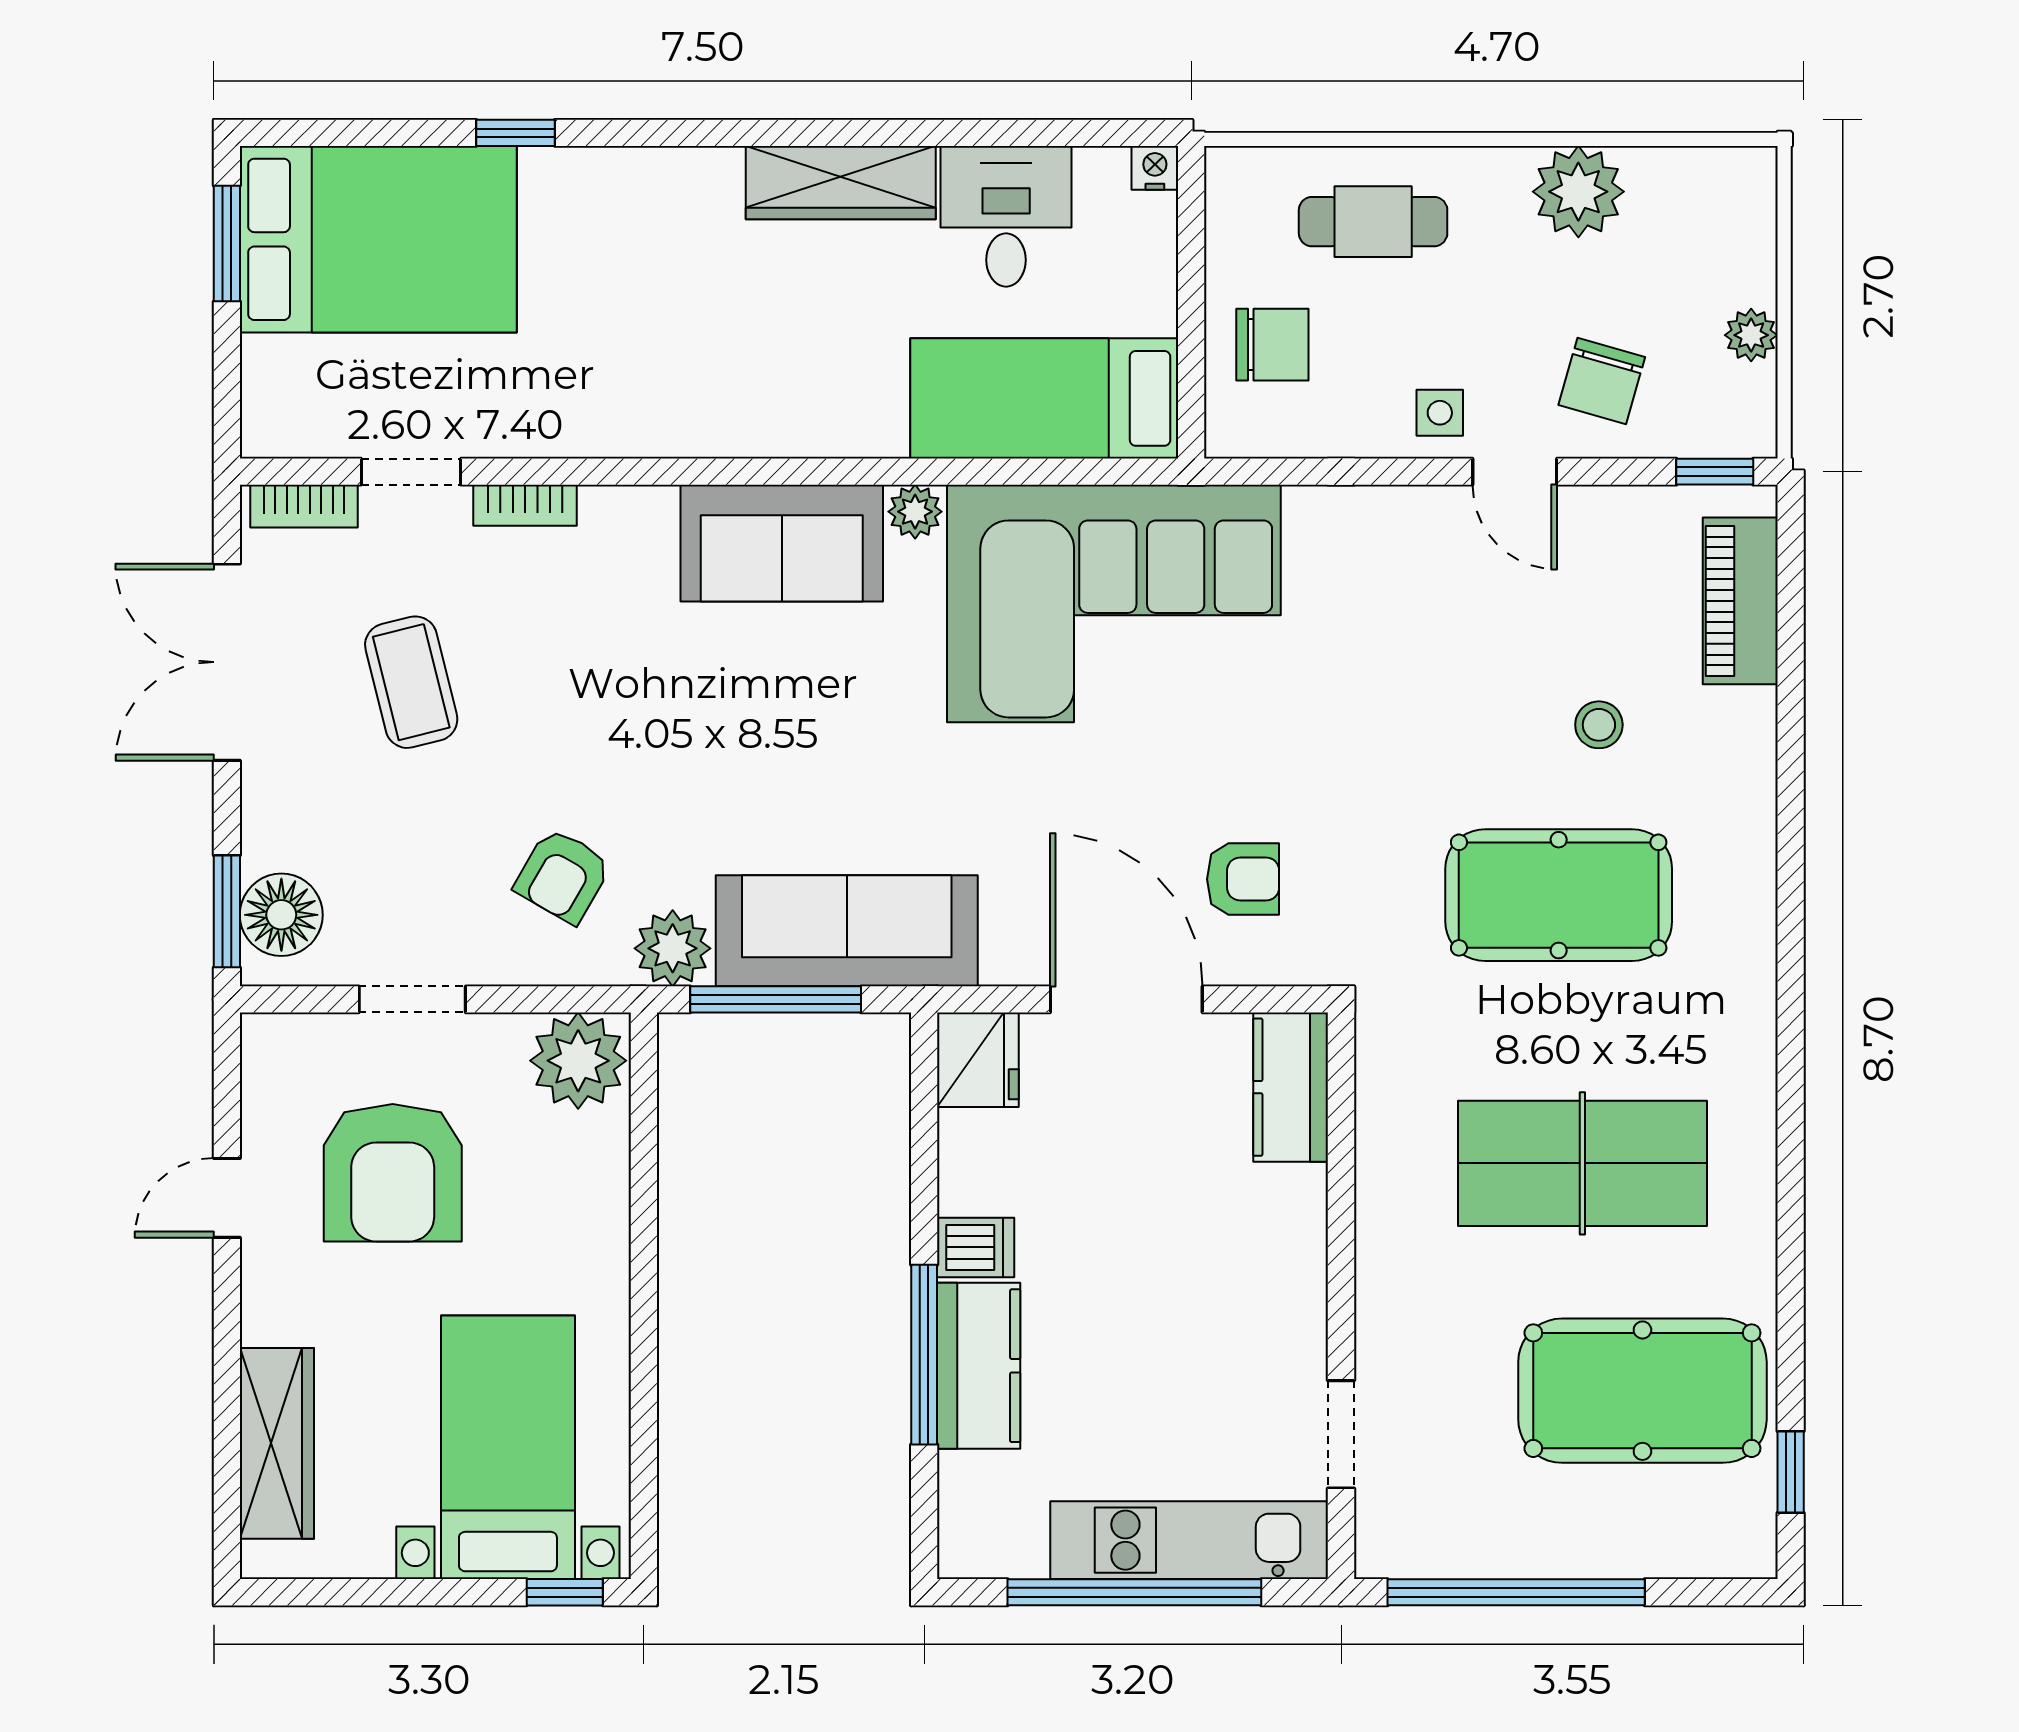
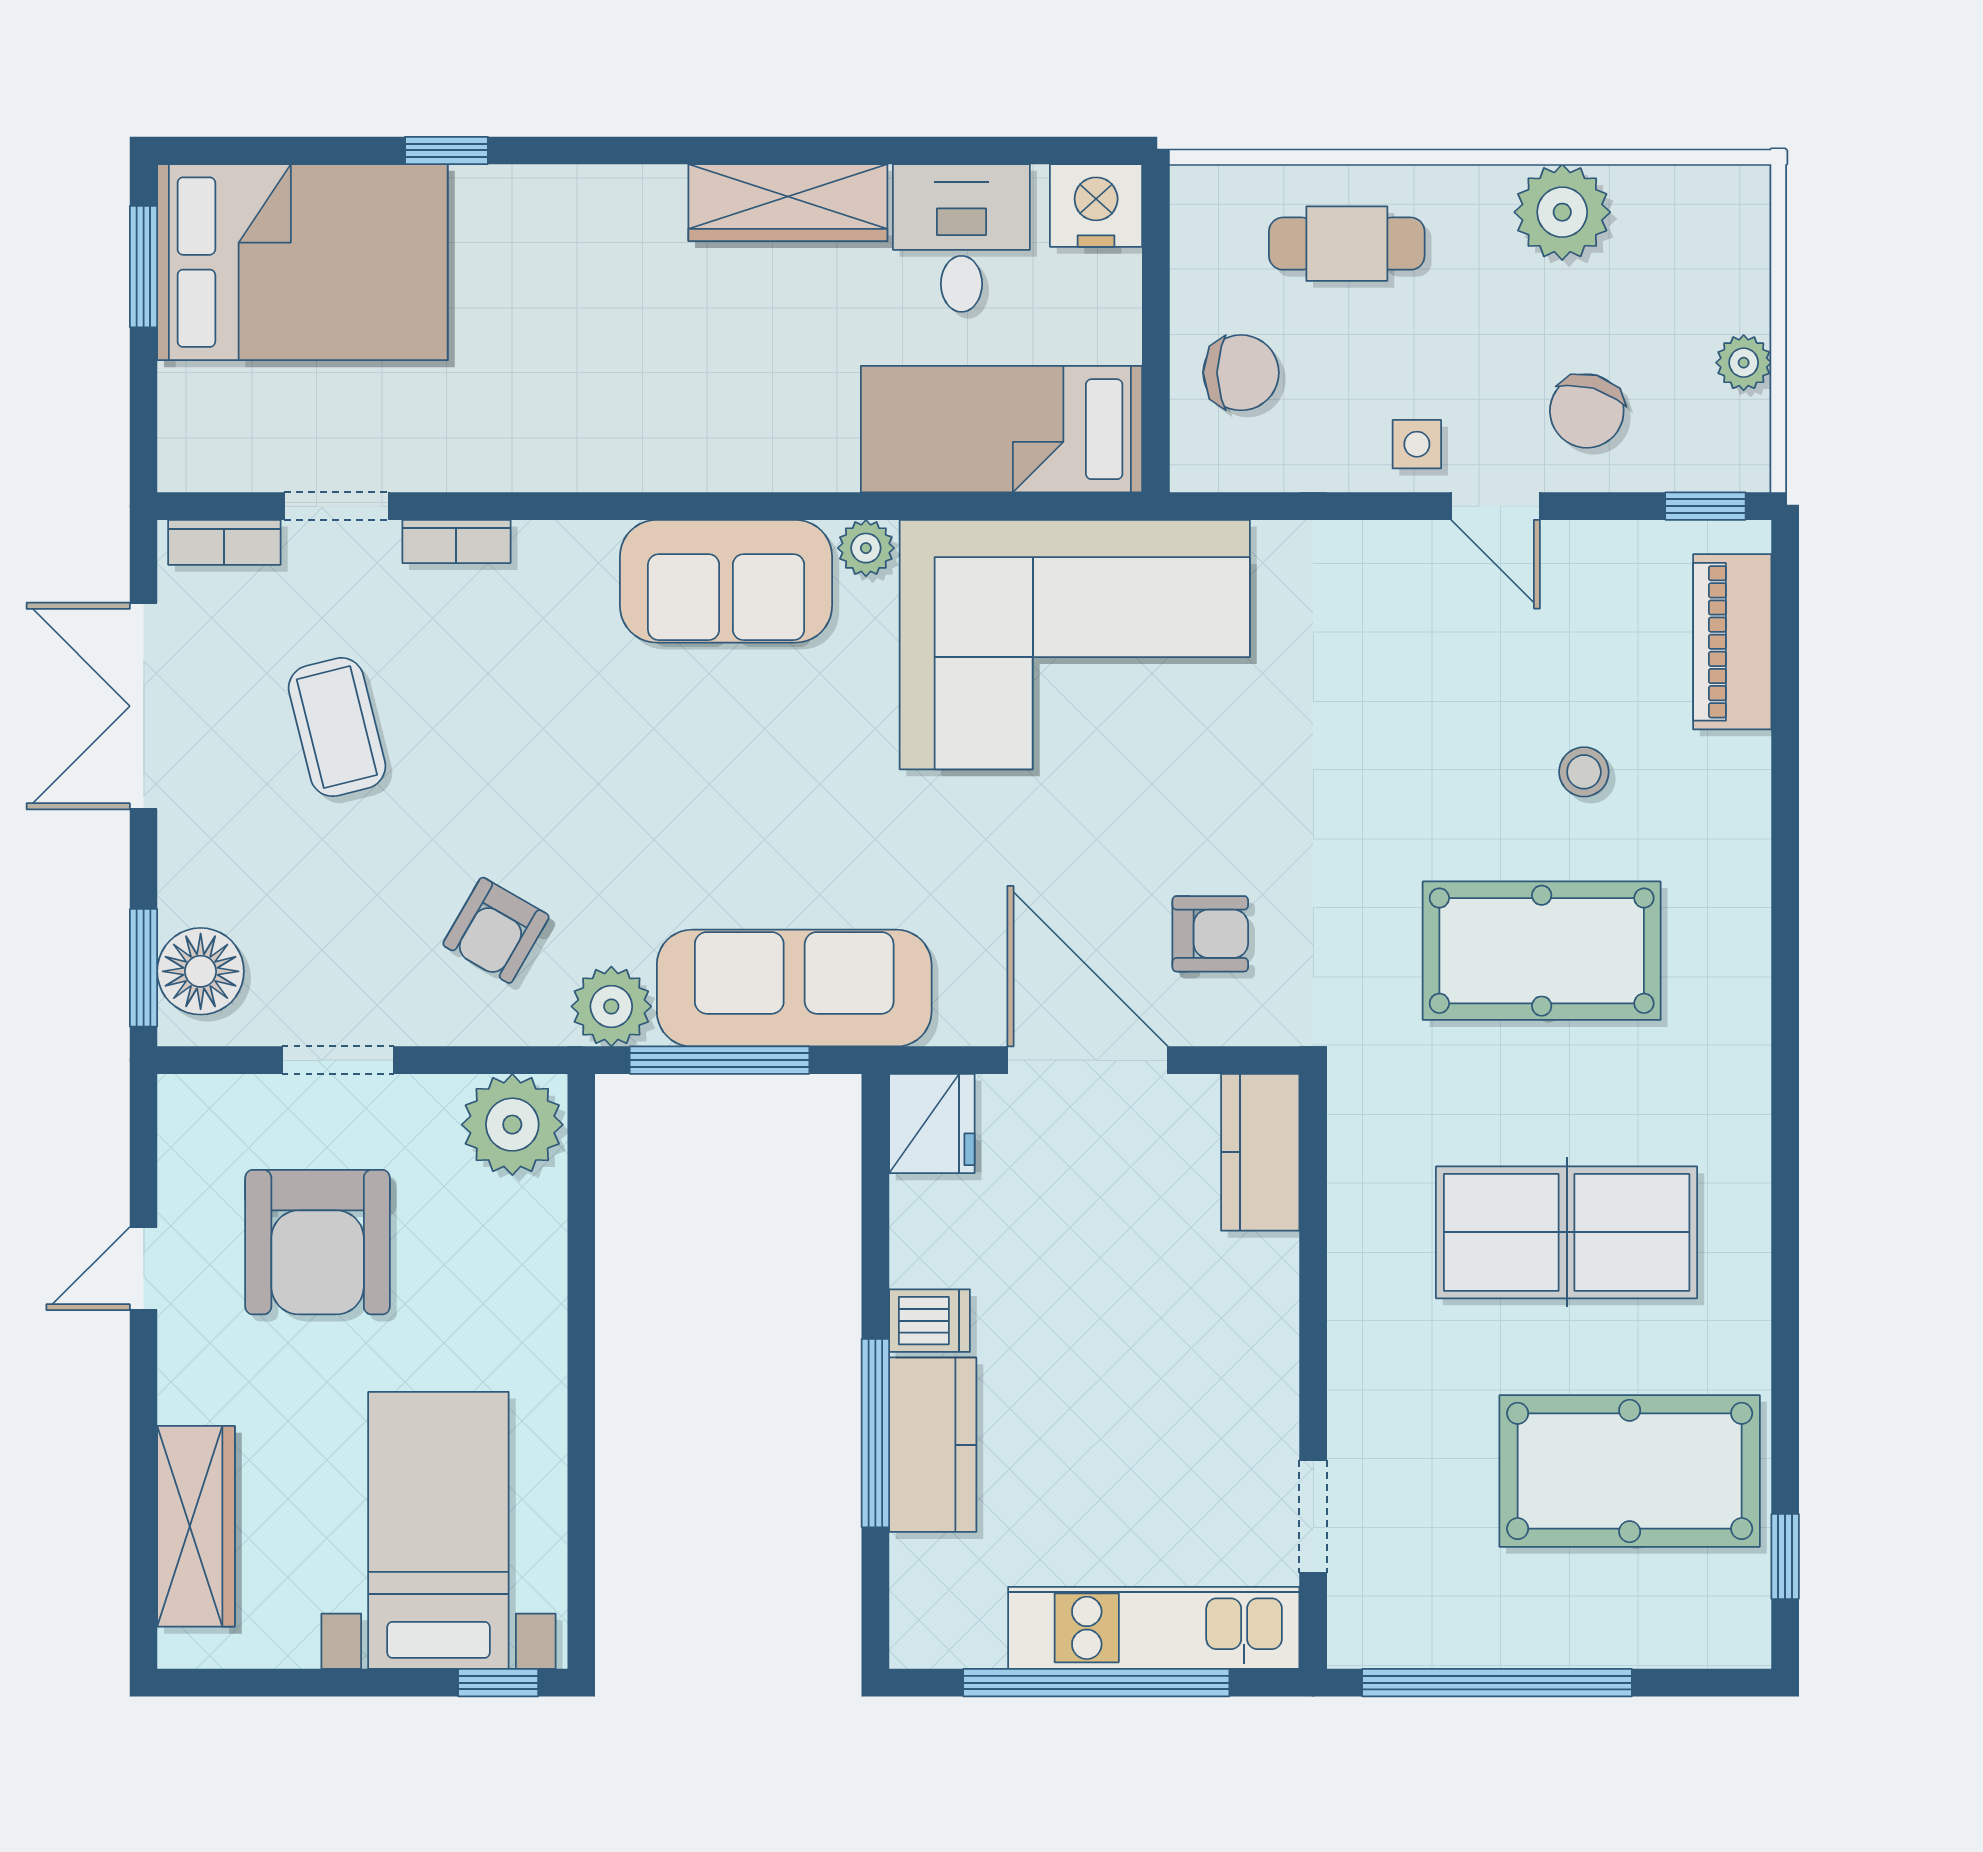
nightstand: (1155, 168) -> (1096, 205), width x1.89, depth x1.79

